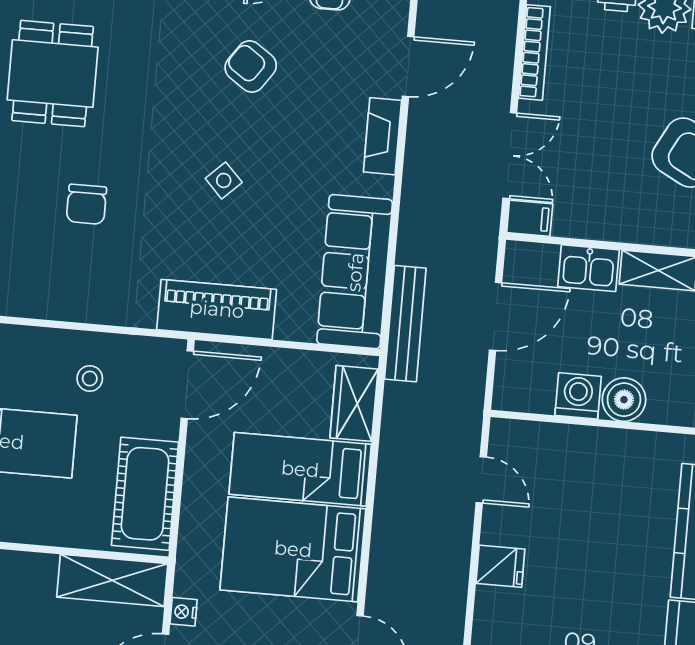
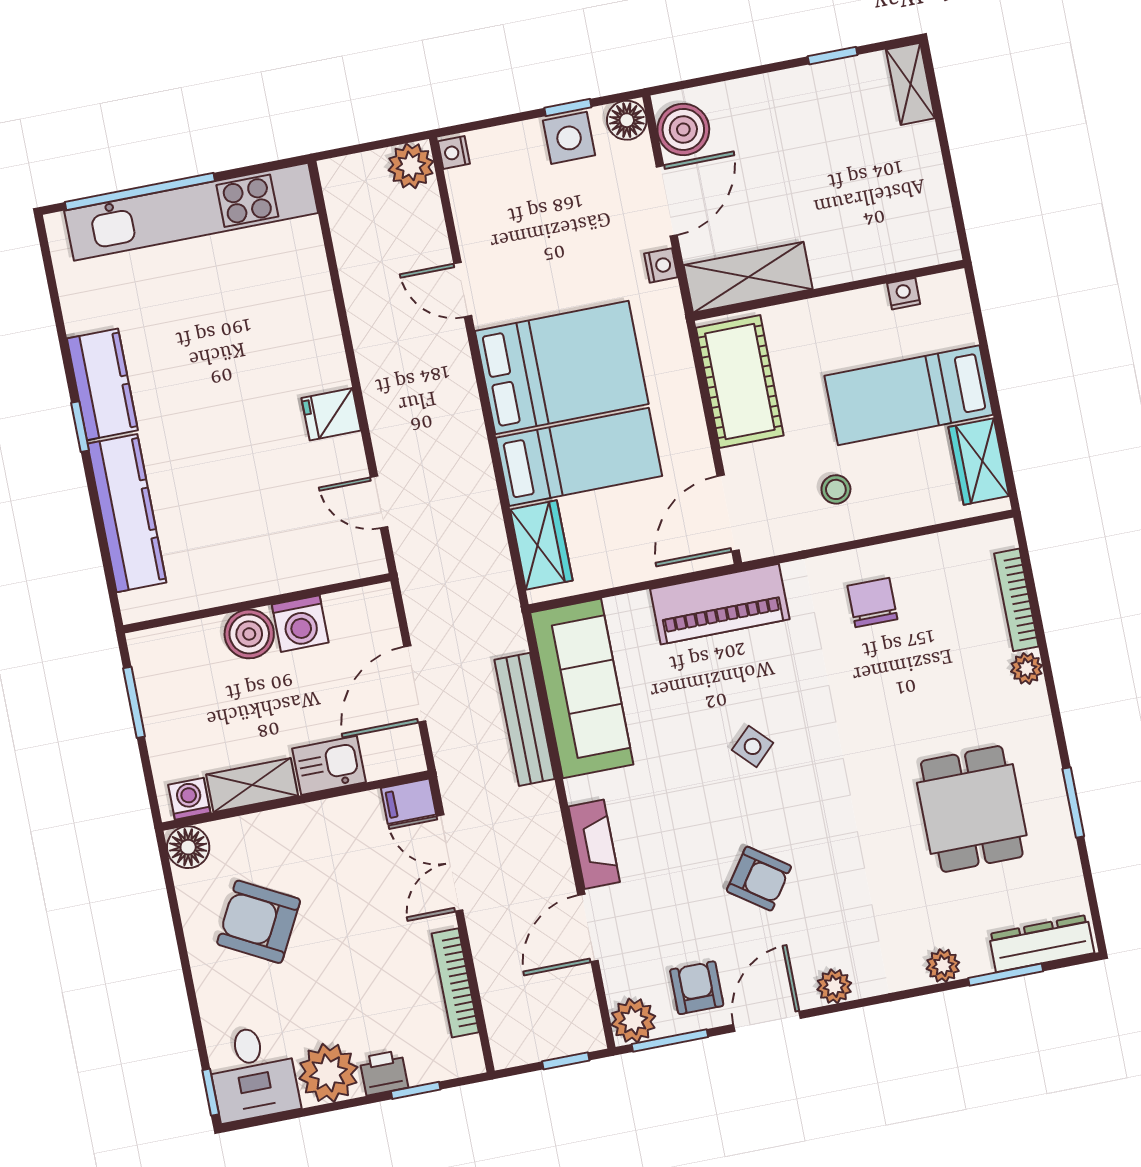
chair: (86, 204) -> (872, 603), moved
bench: (405, 324) -> (524, 719), moved

